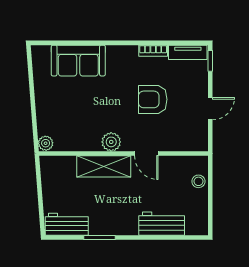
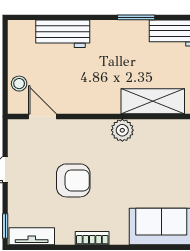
bookcase: (153, 51) -> (92, 238), moved
door: (146, 154) -> (42, 116), moved
shelving: (104, 166) -> (153, 101), moved

